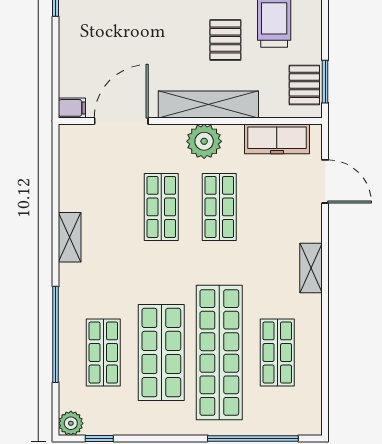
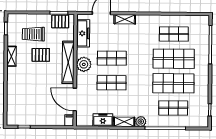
freezer: (74, 187) -> (103, 120), added
shelving: (311, 268) -> (125, 19), moved
shop shelf: (219, 352) -> (174, 59), width x0.71
plant: (71, 423) -> (141, 122), moved

